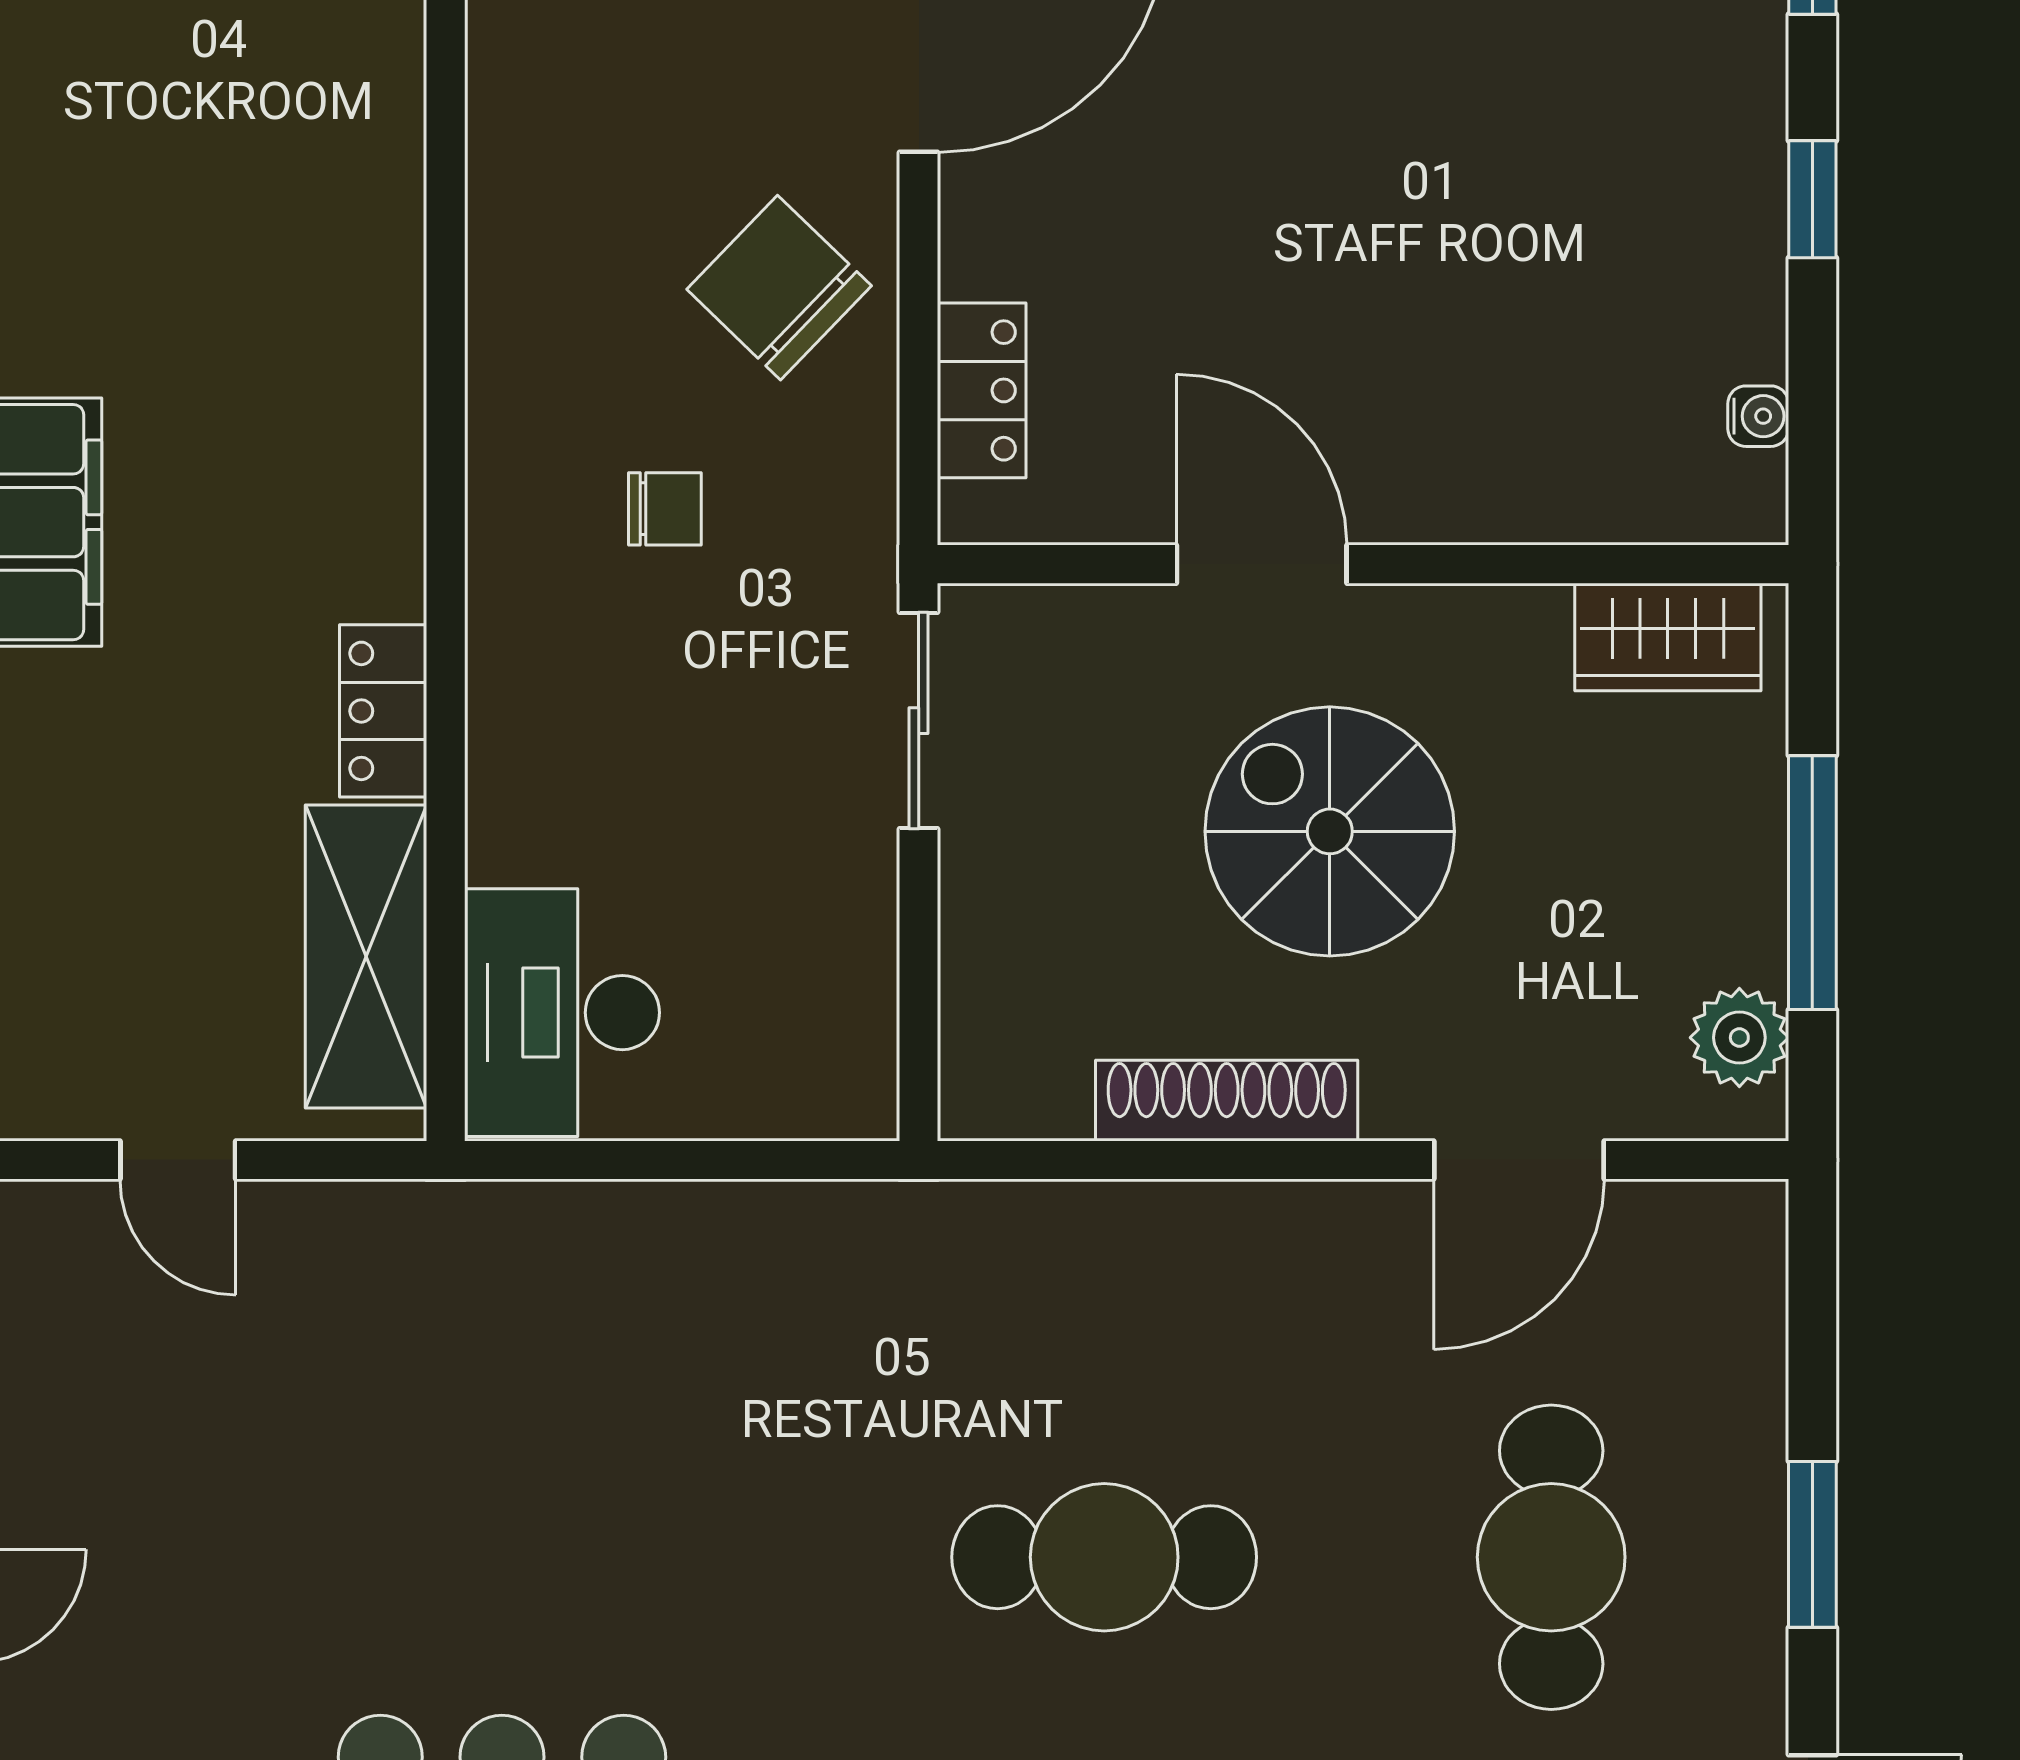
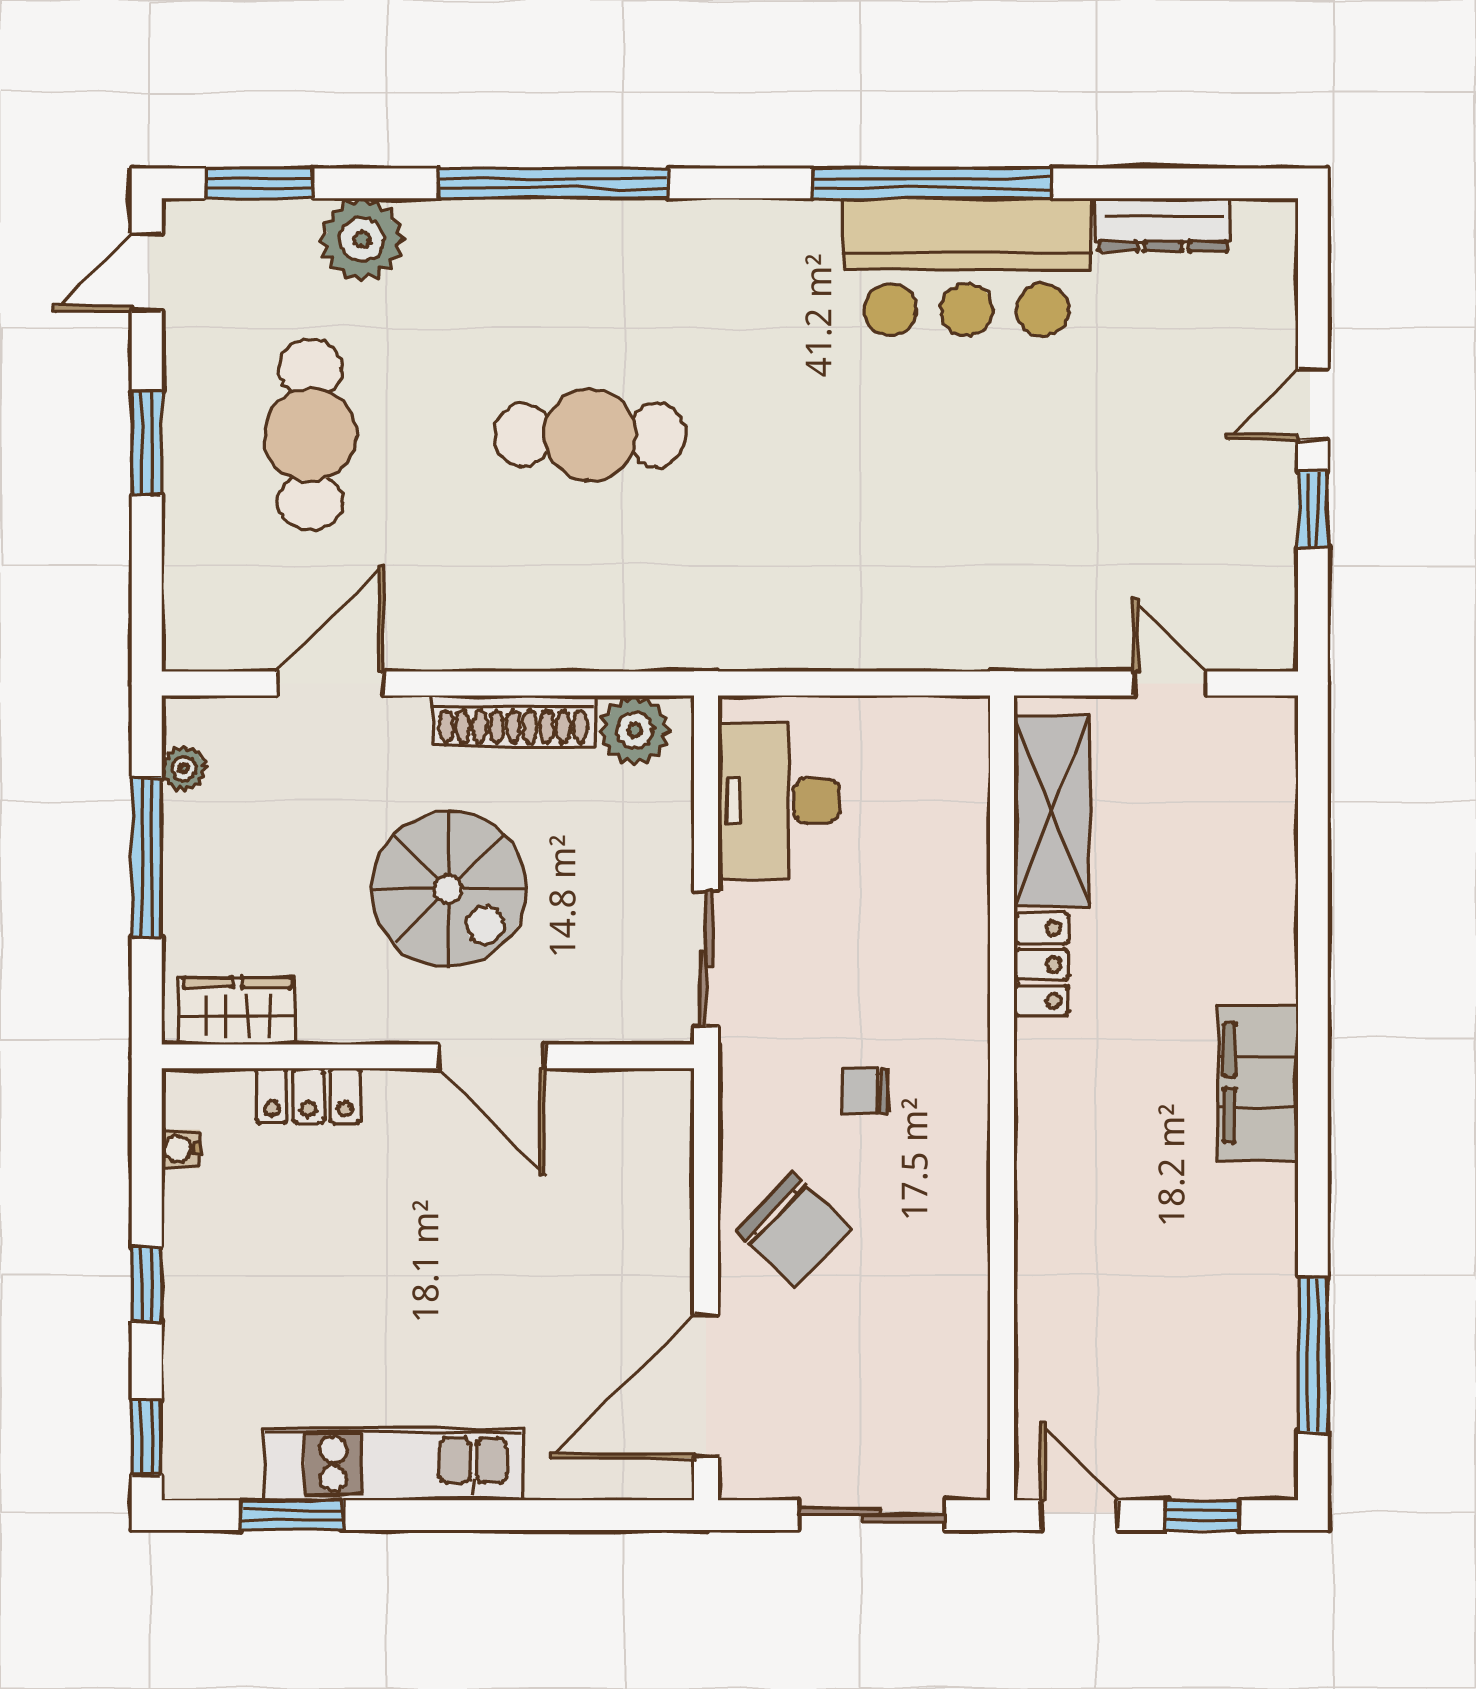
locker: (982, 390) -> (308, 1096), moved, turned -90
desk: (562, 1013) -> (779, 801), moved, turned 180
plant: (1739, 1038) -> (184, 769), width x0.73, depth x0.73
plant: (1032, 1085) -> (635, 730), added

